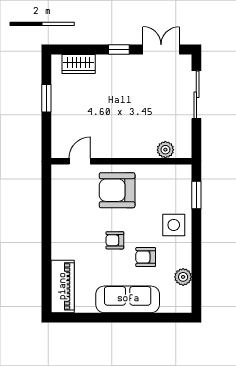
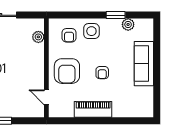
window: (196, 195) -> (116, 15), moved
armchair: (146, 257) -> (69, 35), moved
piano: (63, 286) -> (93, 109), moved

